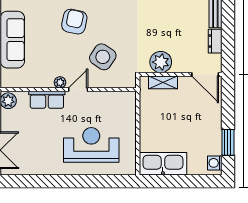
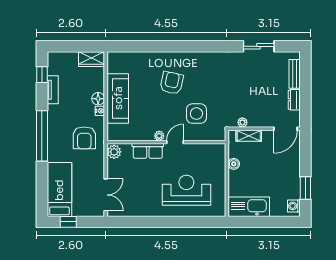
side table: (103, 57) -> (196, 114), turned -34
plant: (161, 62) -> (242, 122), width x0.53, depth x0.53
door: (205, 74) -> (286, 129), hinge flipped
boiler: (146, 115) -> (234, 164), added

